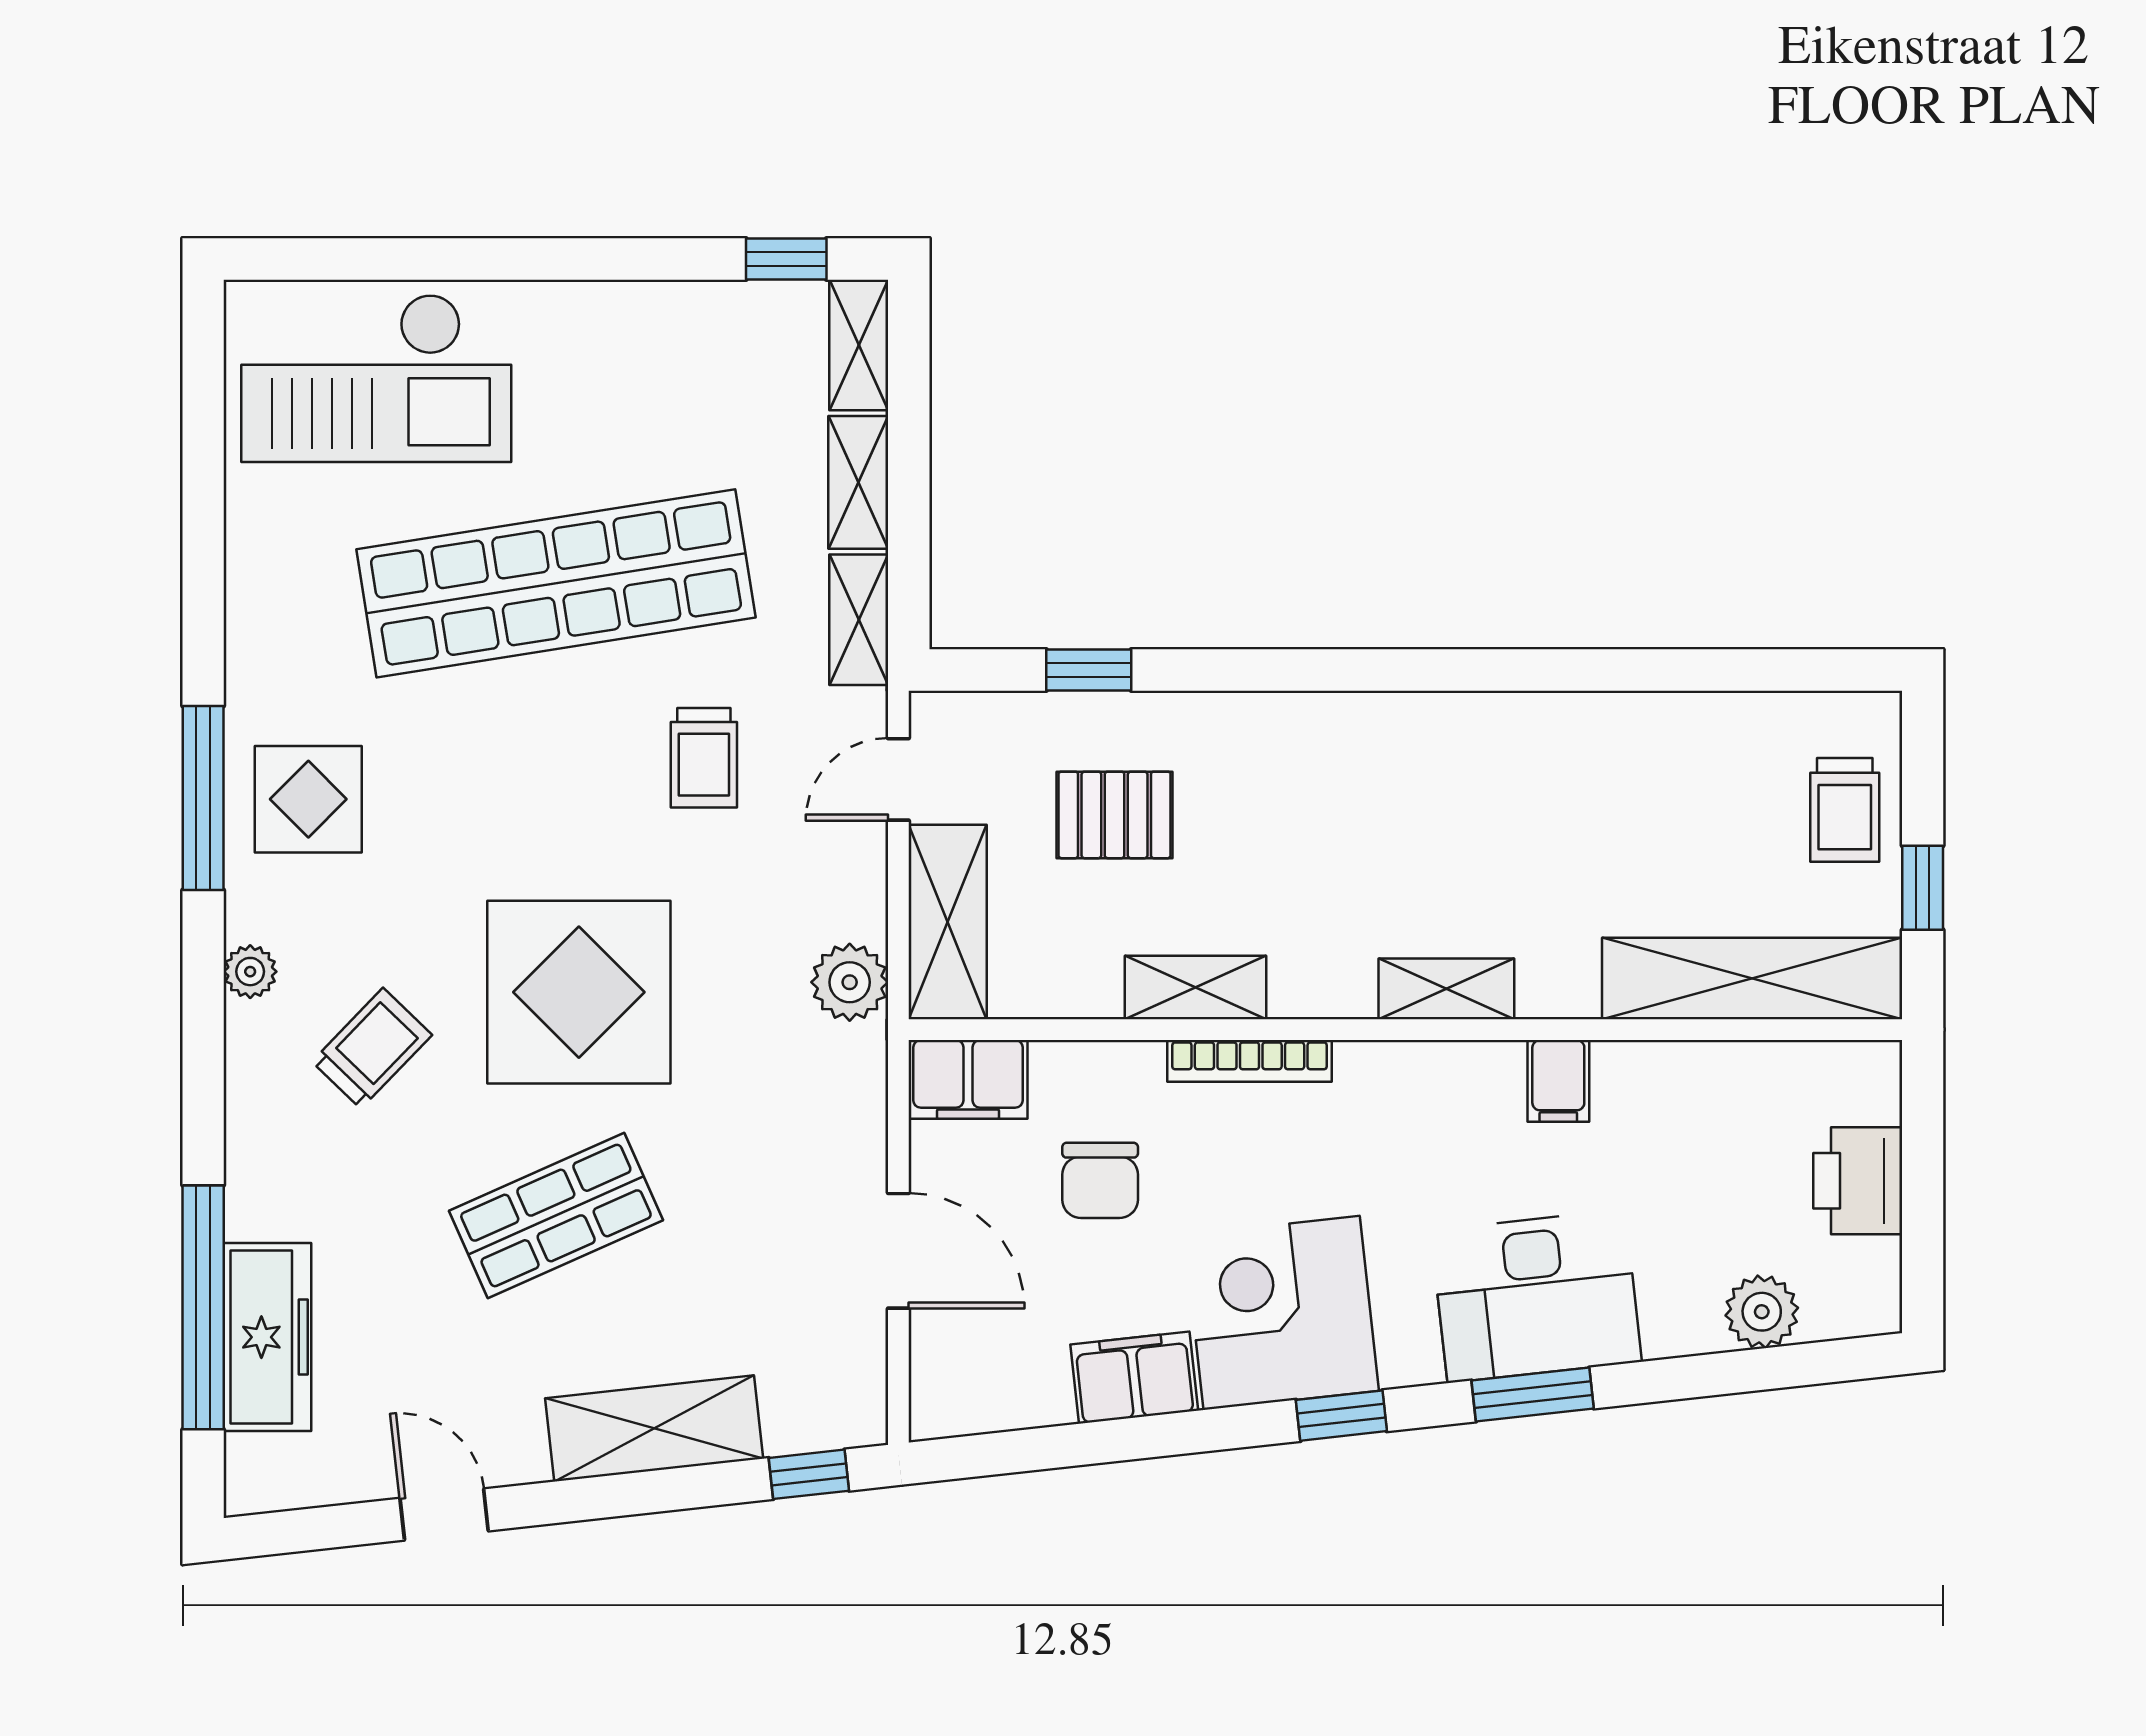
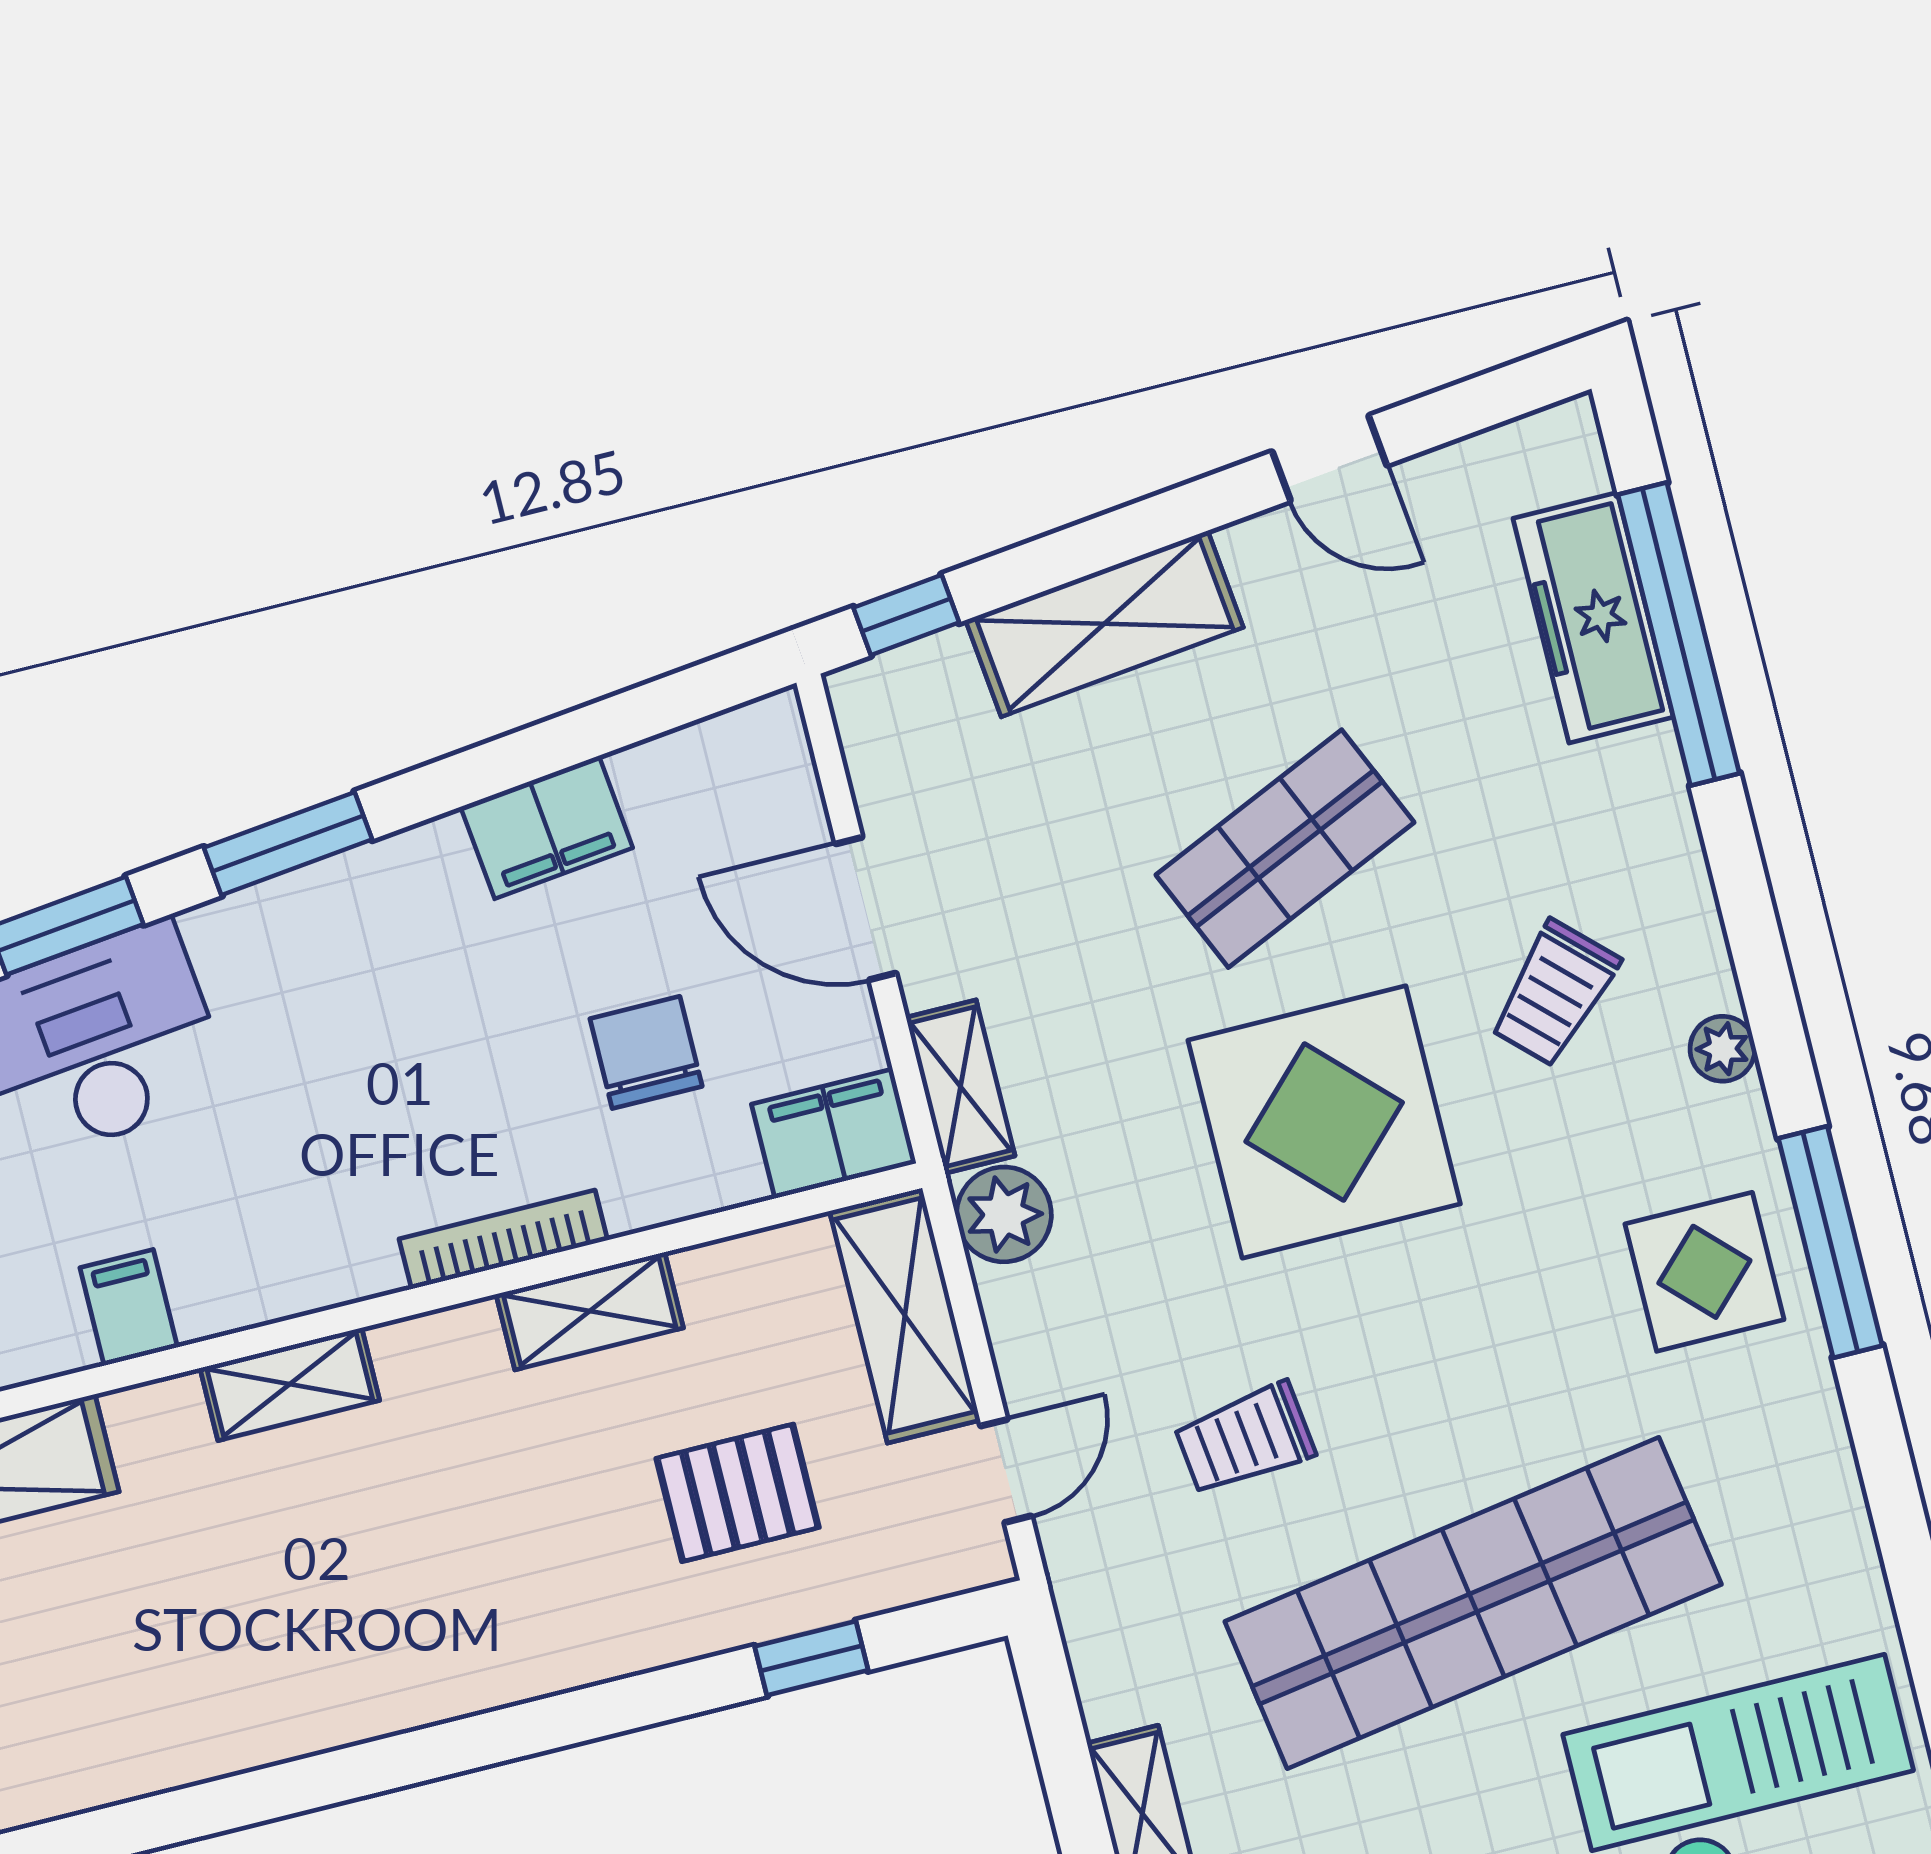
shelving: (859, 620) -> (960, 1087), moved
trolley: (704, 758) -> (1245, 1439), turned -97
corner desk: (1282, 1313) -> (390, 948), removed
window: (1341, 1416) -> (288, 844), width x1.50

